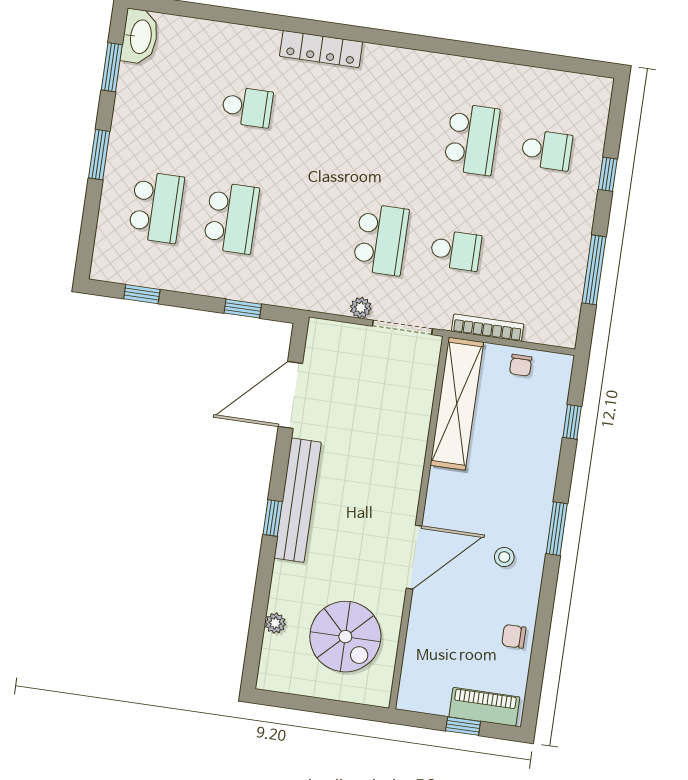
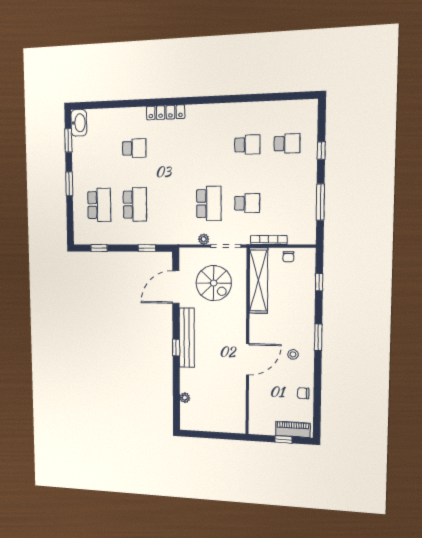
school desk: (472, 139) -> (247, 145), width x0.54
spiral stairs: (345, 637) -> (214, 283), moved

